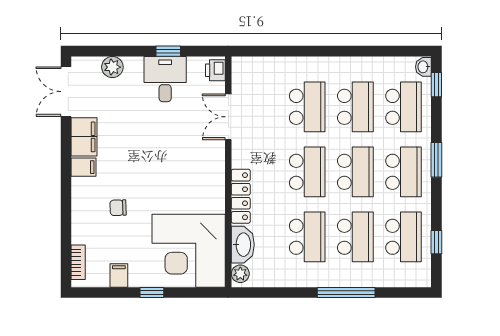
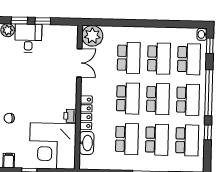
window: (131, 51) -> (19, 20), added
printer: (215, 70) -> (70, 116), moved
desk: (165, 79) -> (28, 38), moved
double door: (228, 117) -> (79, 63), swing flipped
window: (436, 160) -> (209, 93), width x2.11
window: (436, 242) -> (208, 132), moved
plant: (240, 274) -> (92, 36), moved, width x1.88, depth x1.88

